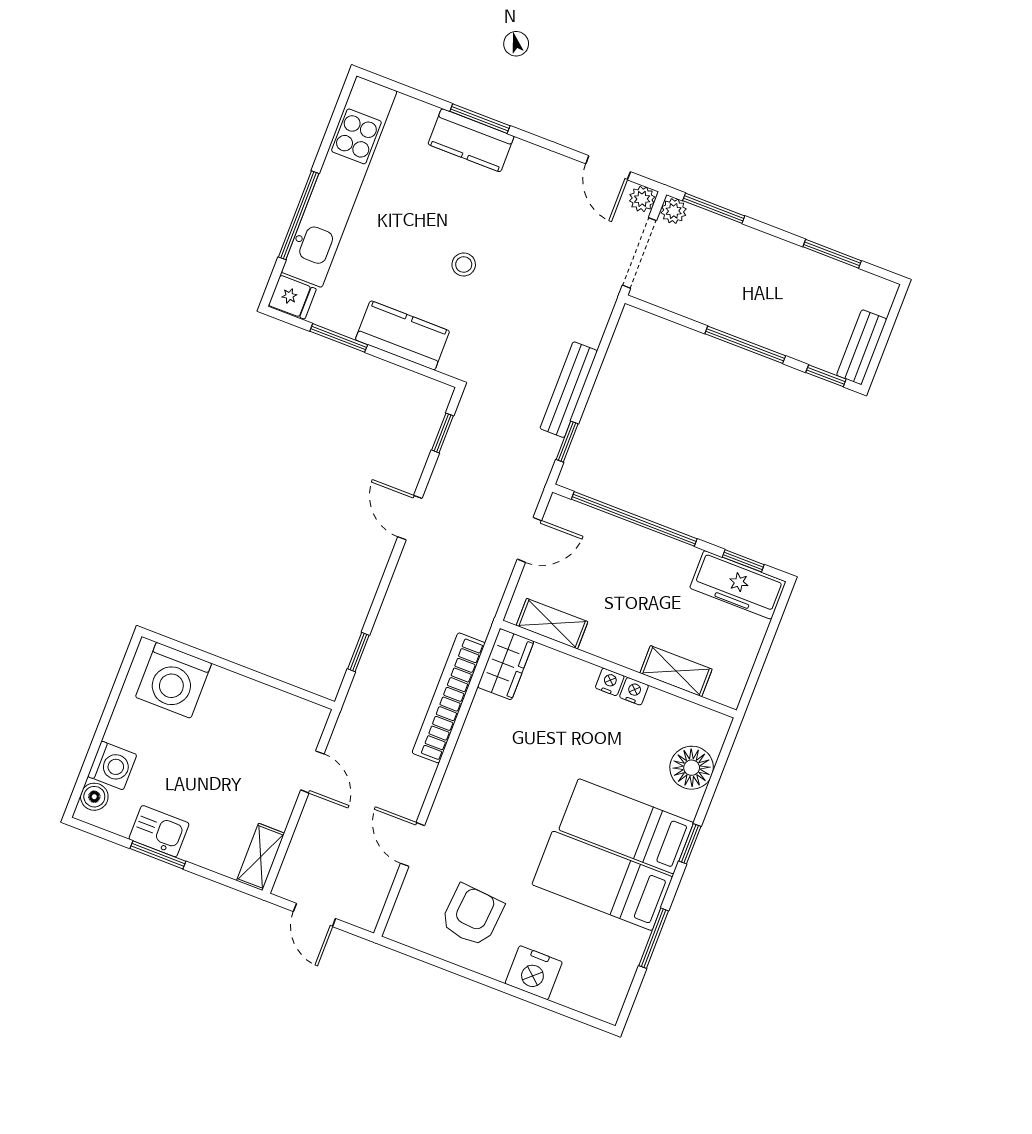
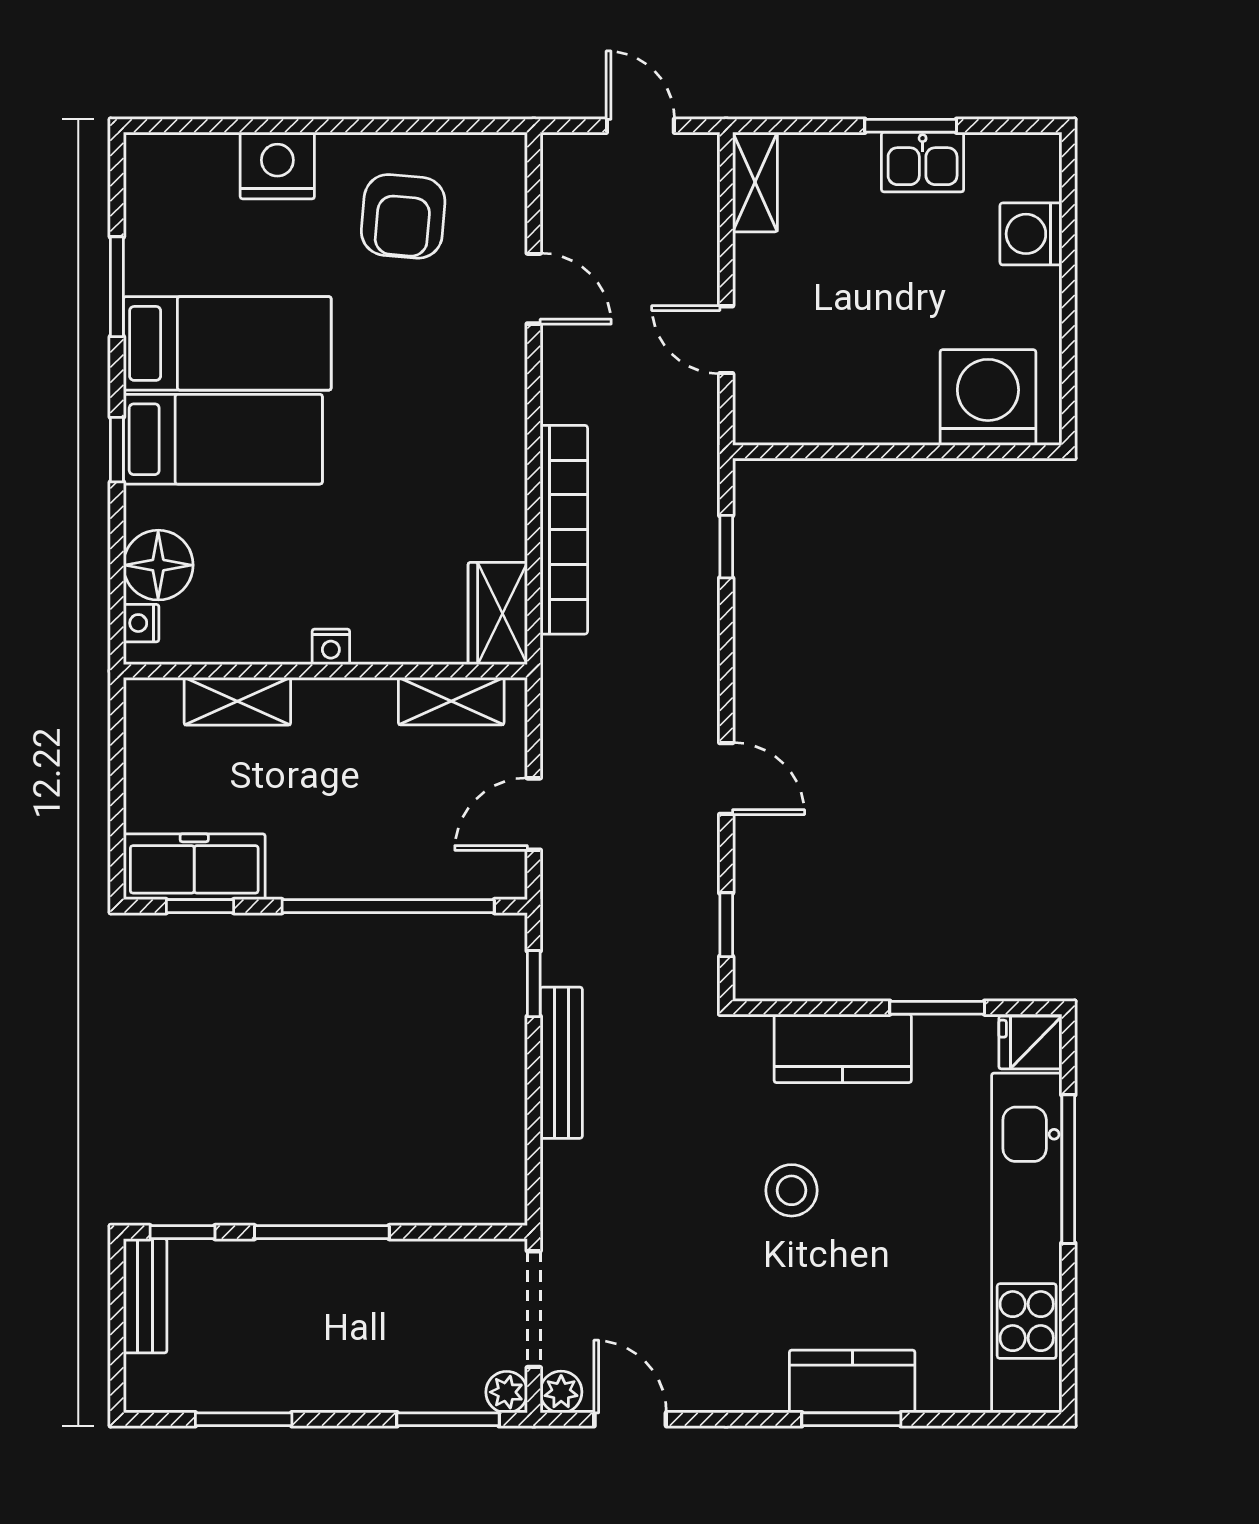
stool: (464, 265) -> (792, 1190), width x1.37, depth x1.37
nightstand: (634, 691) -> (141, 623), moved, turned 90
boiler: (94, 797) -> (1040, 177), removed

